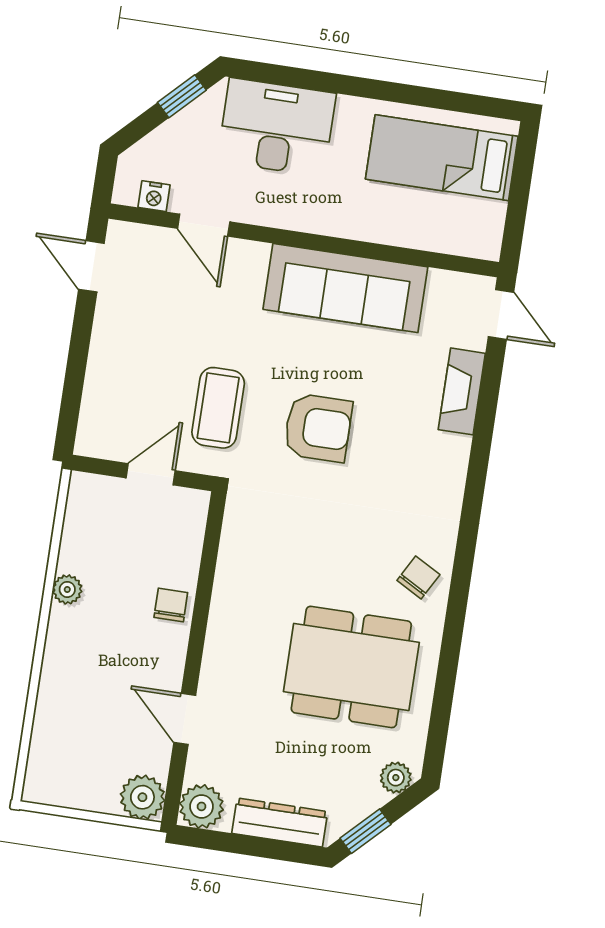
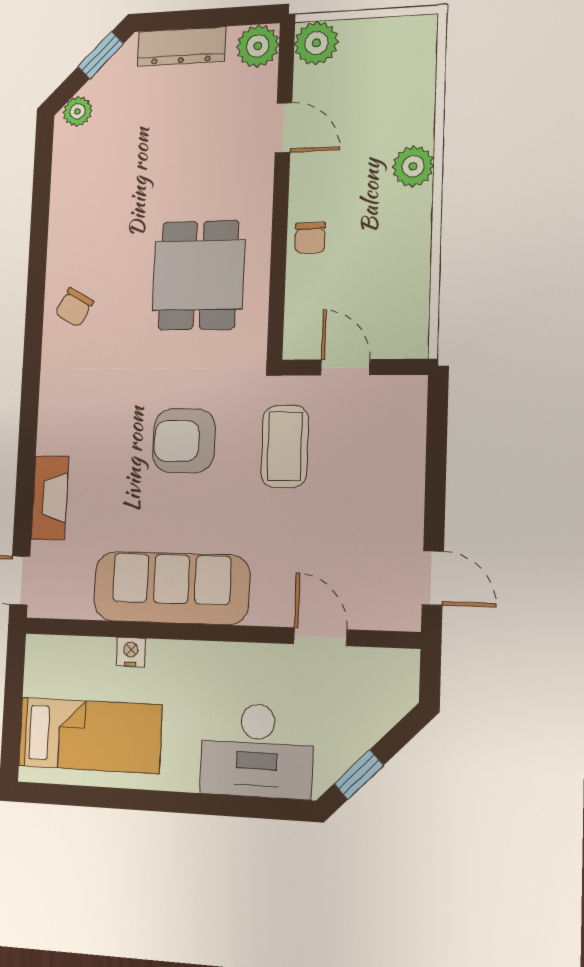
nightstand: (154, 196) -> (131, 652), moved
door: (151, 474) -> (345, 367), swing flipped
plant: (67, 589) -> (413, 166), moved, width x1.38, depth x1.38
dining table: (351, 667) -> (199, 275), moved, width x0.73

